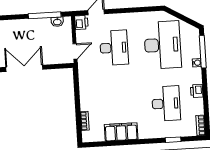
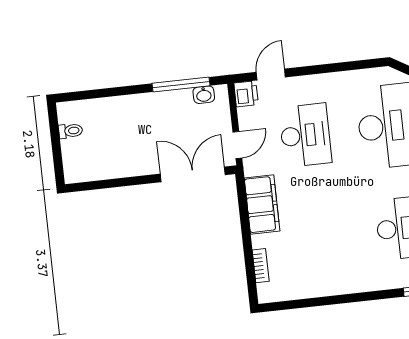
double door: (24, 68) -> (193, 174), moved
filing cabinet: (121, 132) -> (262, 204), moved, turned 90

